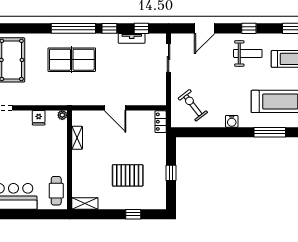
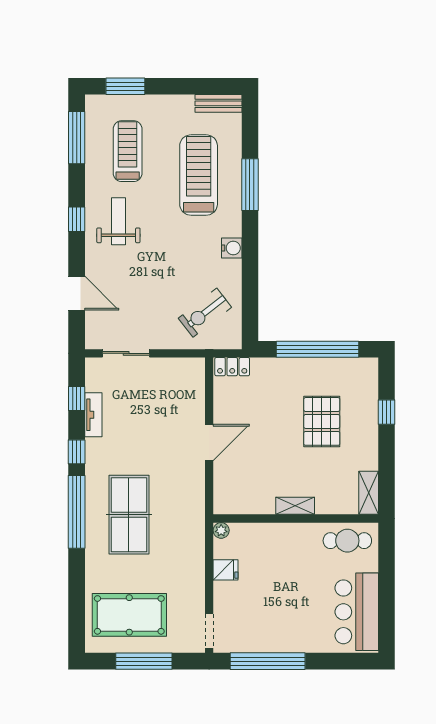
shelving: (77, 138) -> (295, 506), moved
window: (171, 173) -> (318, 349), width x3.17

